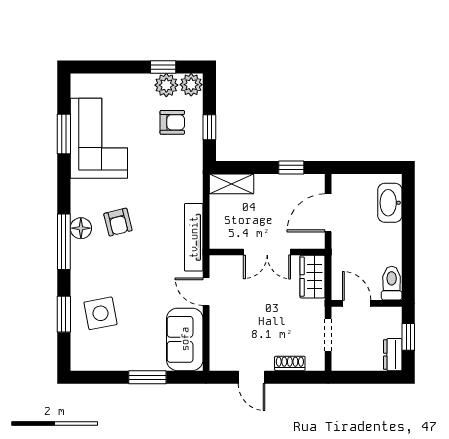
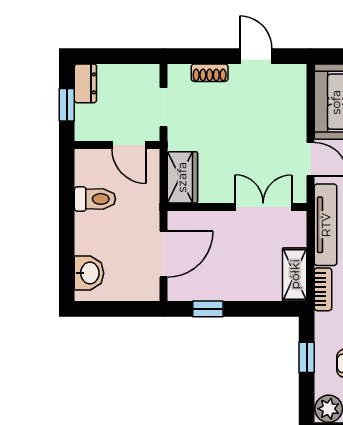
bookcase: (196, 184) -> (323, 289), added
shelving: (231, 184) -> (295, 274), moved, turned 90
washbasin: (390, 203) -> (89, 273), width x0.72
double door: (267, 252) -> (263, 207), moved
toilet: (392, 283) -> (95, 199), moved, turned -90

